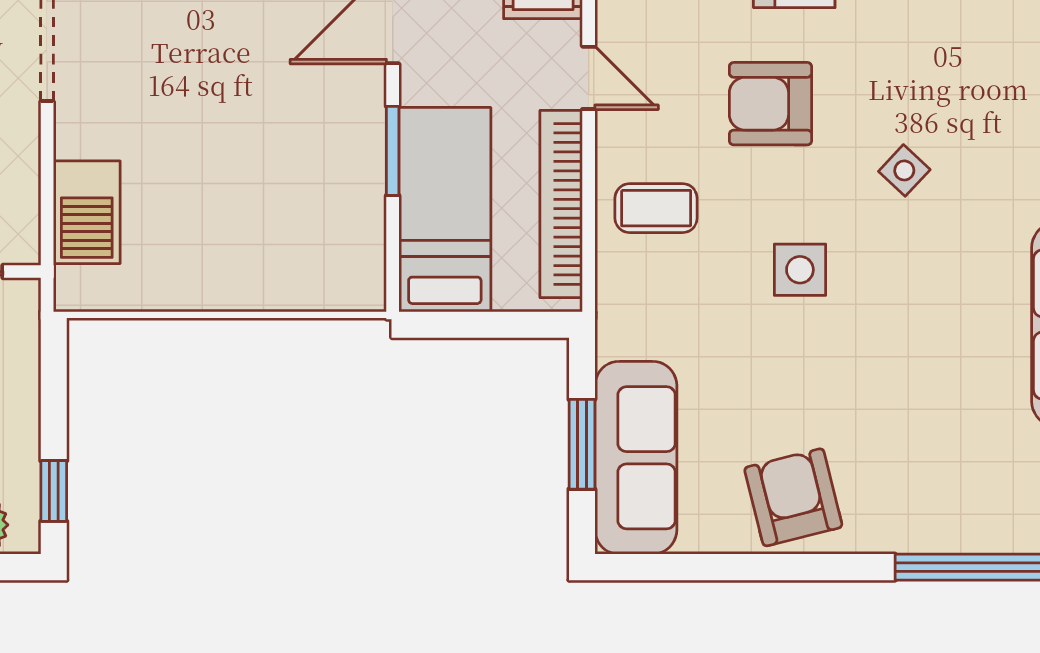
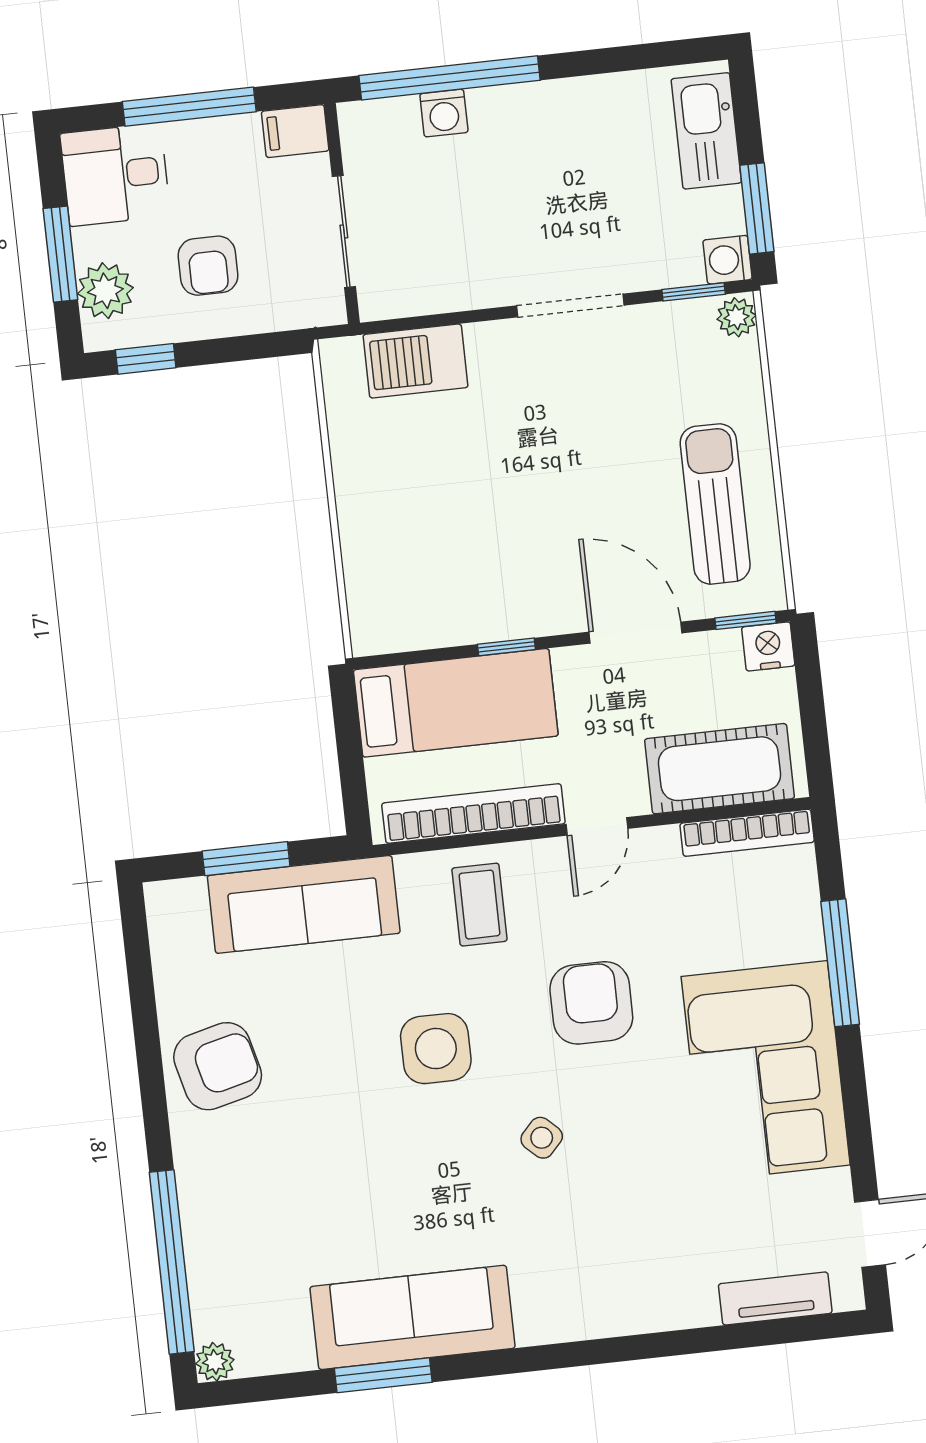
window: (393, 151) -> (506, 647), width x0.67
side table: (800, 270) -> (436, 1049), width x1.37, depth x1.37
sofa: (636, 458) -> (304, 904), moved

